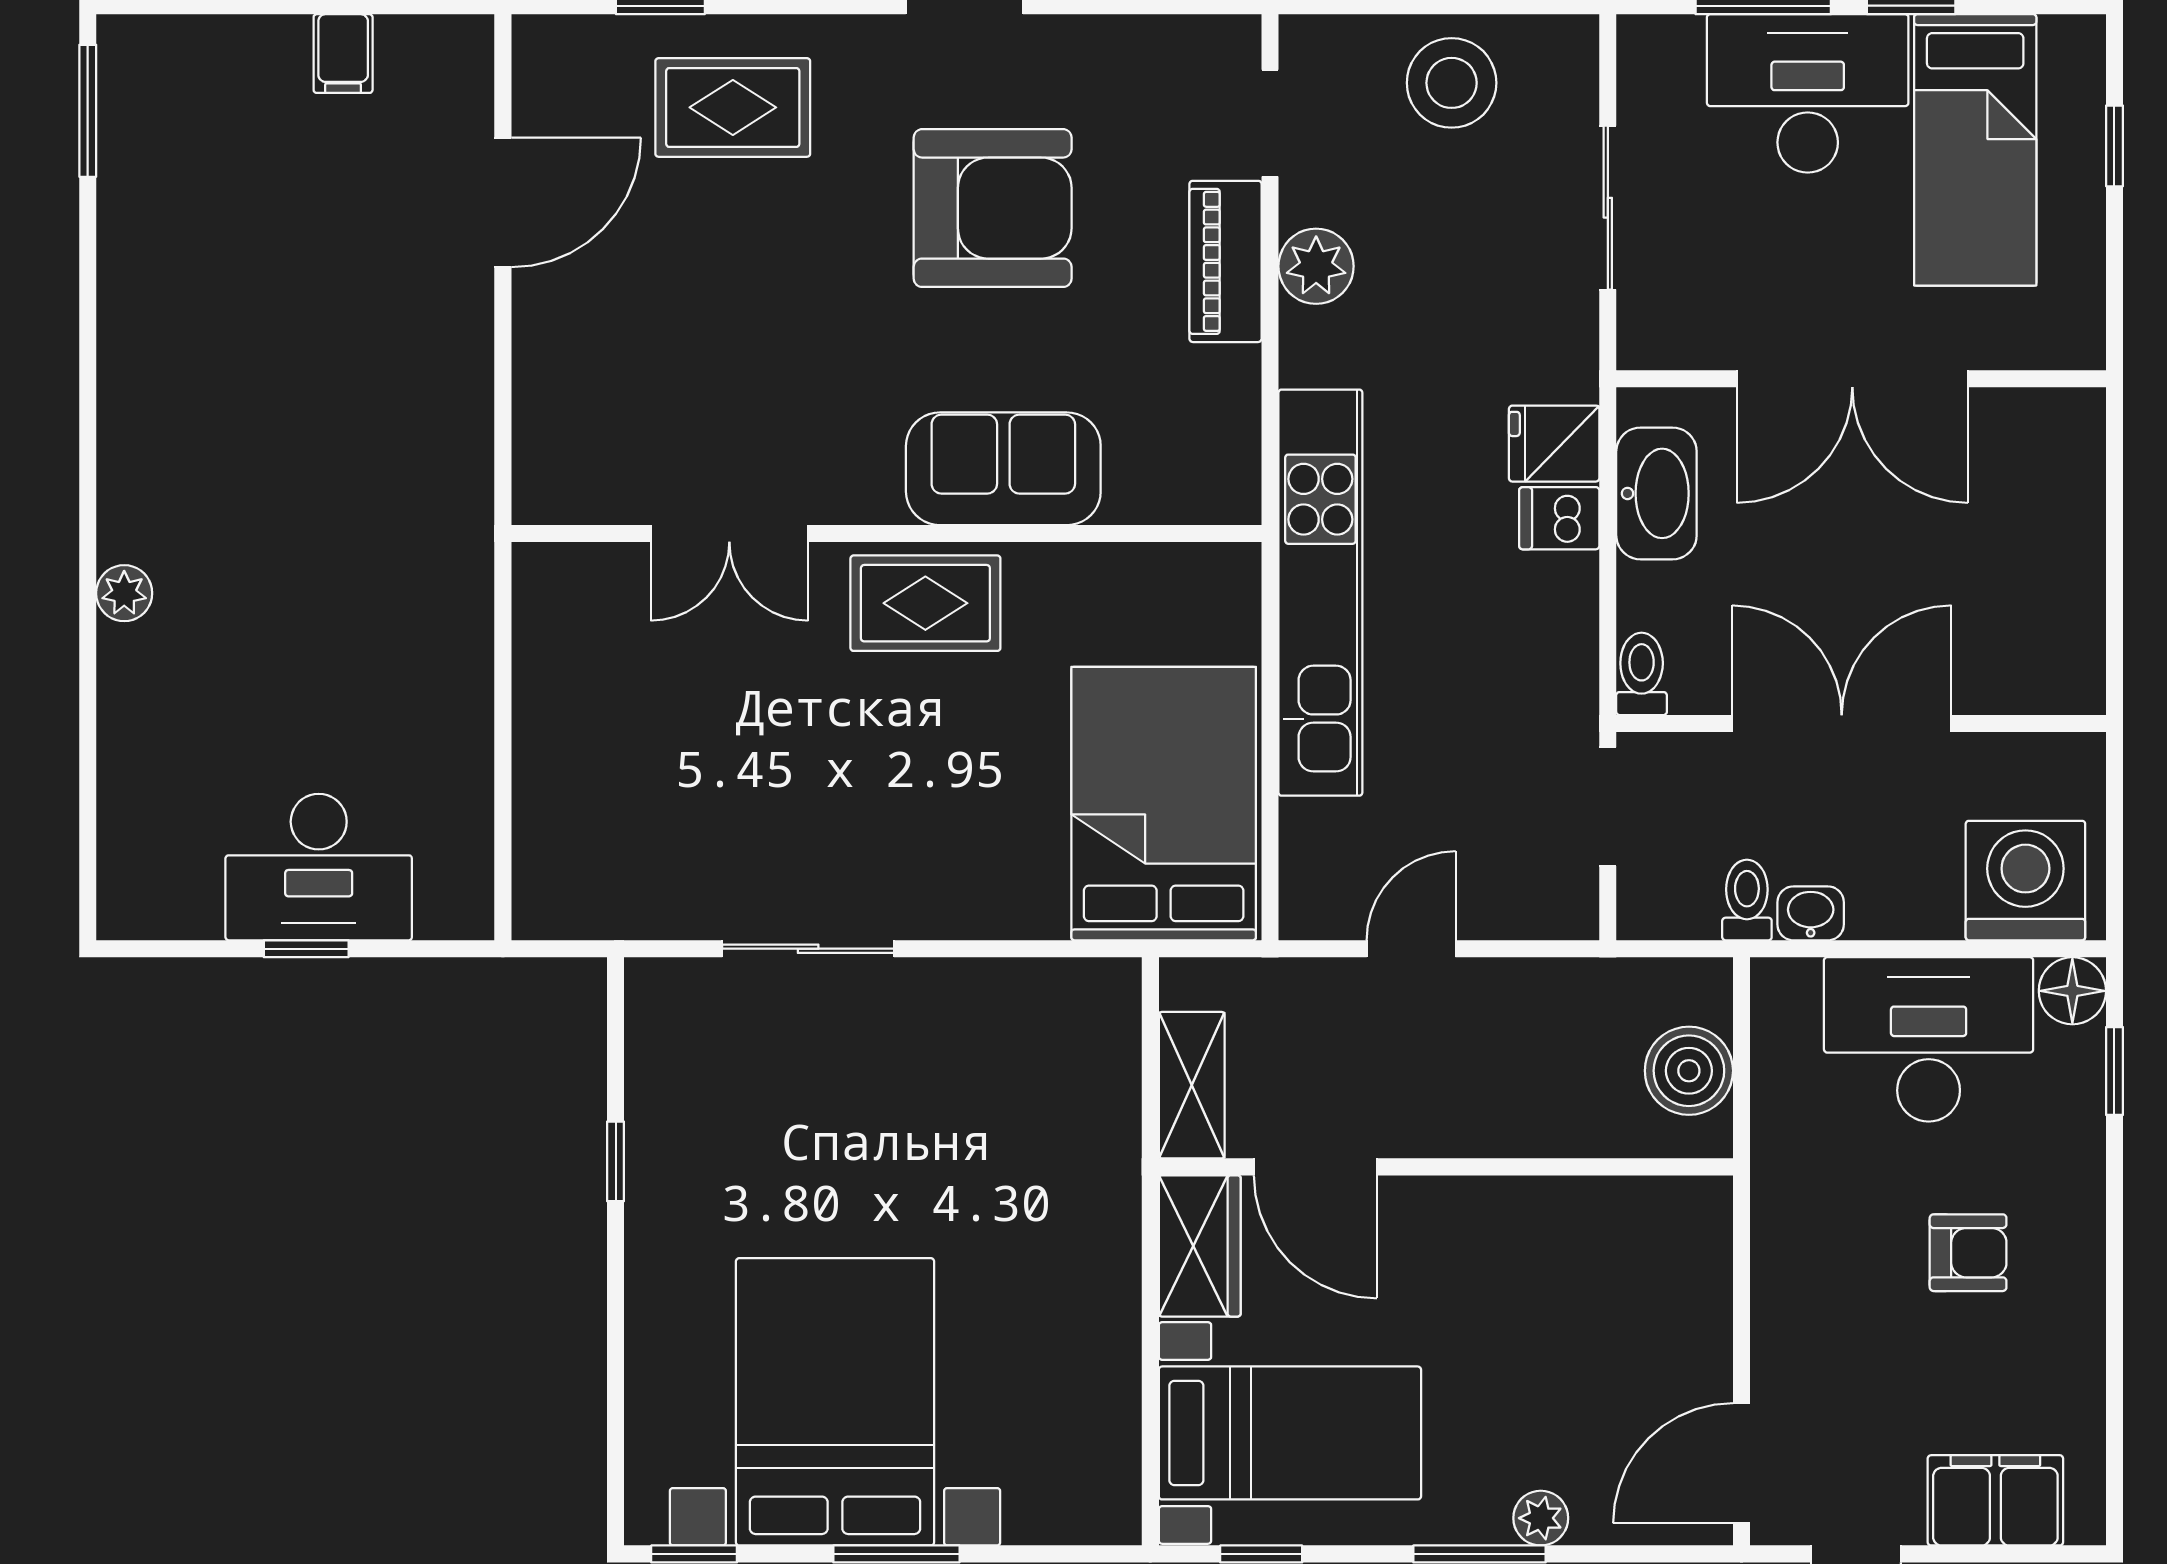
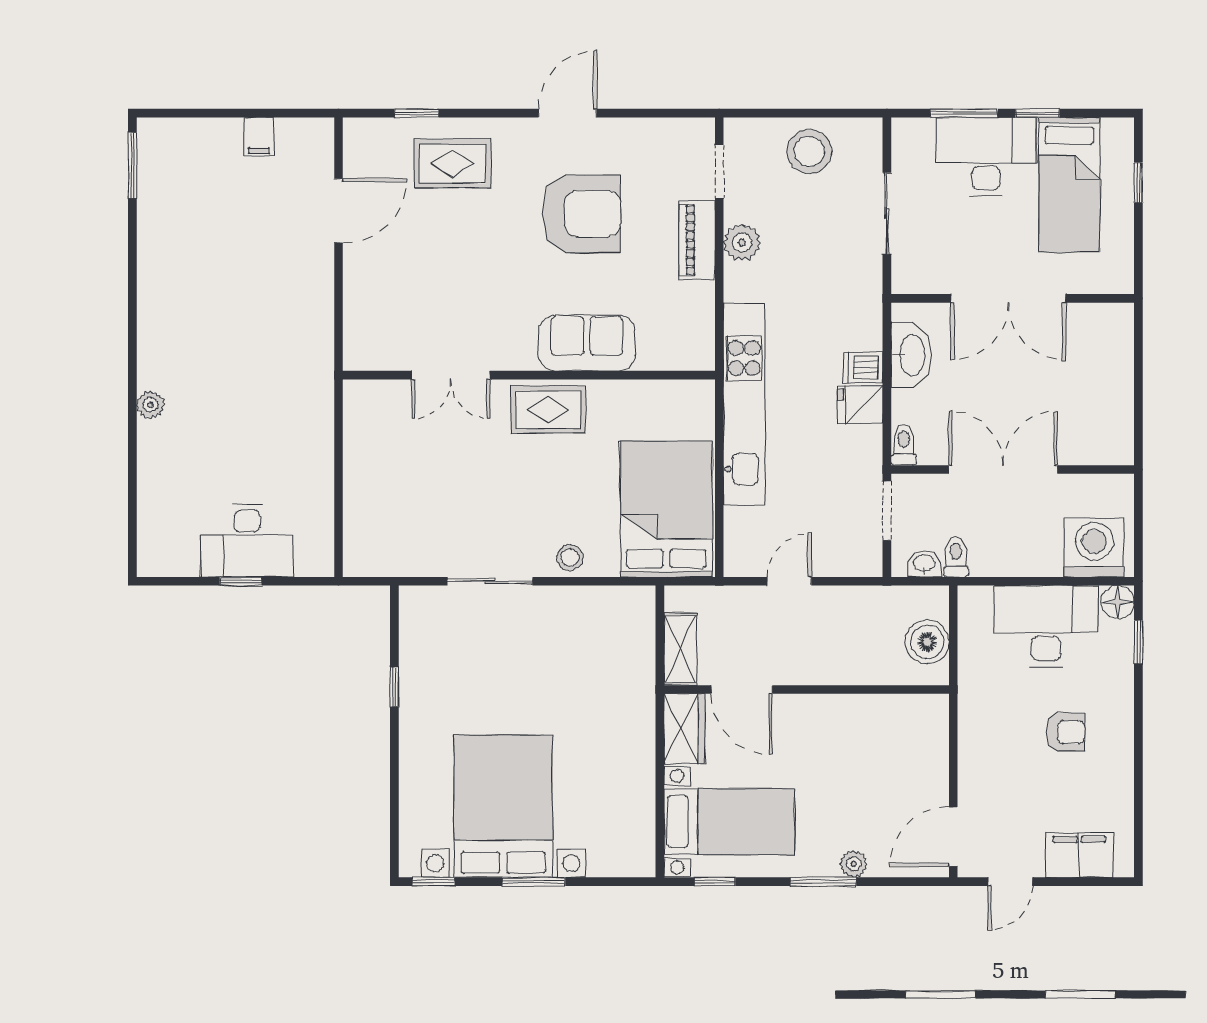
fridge: (1554, 444) -> (860, 405), moved
stool: (969, 901) -> (570, 558), added
washbasin: (1811, 913) -> (924, 564), moved

